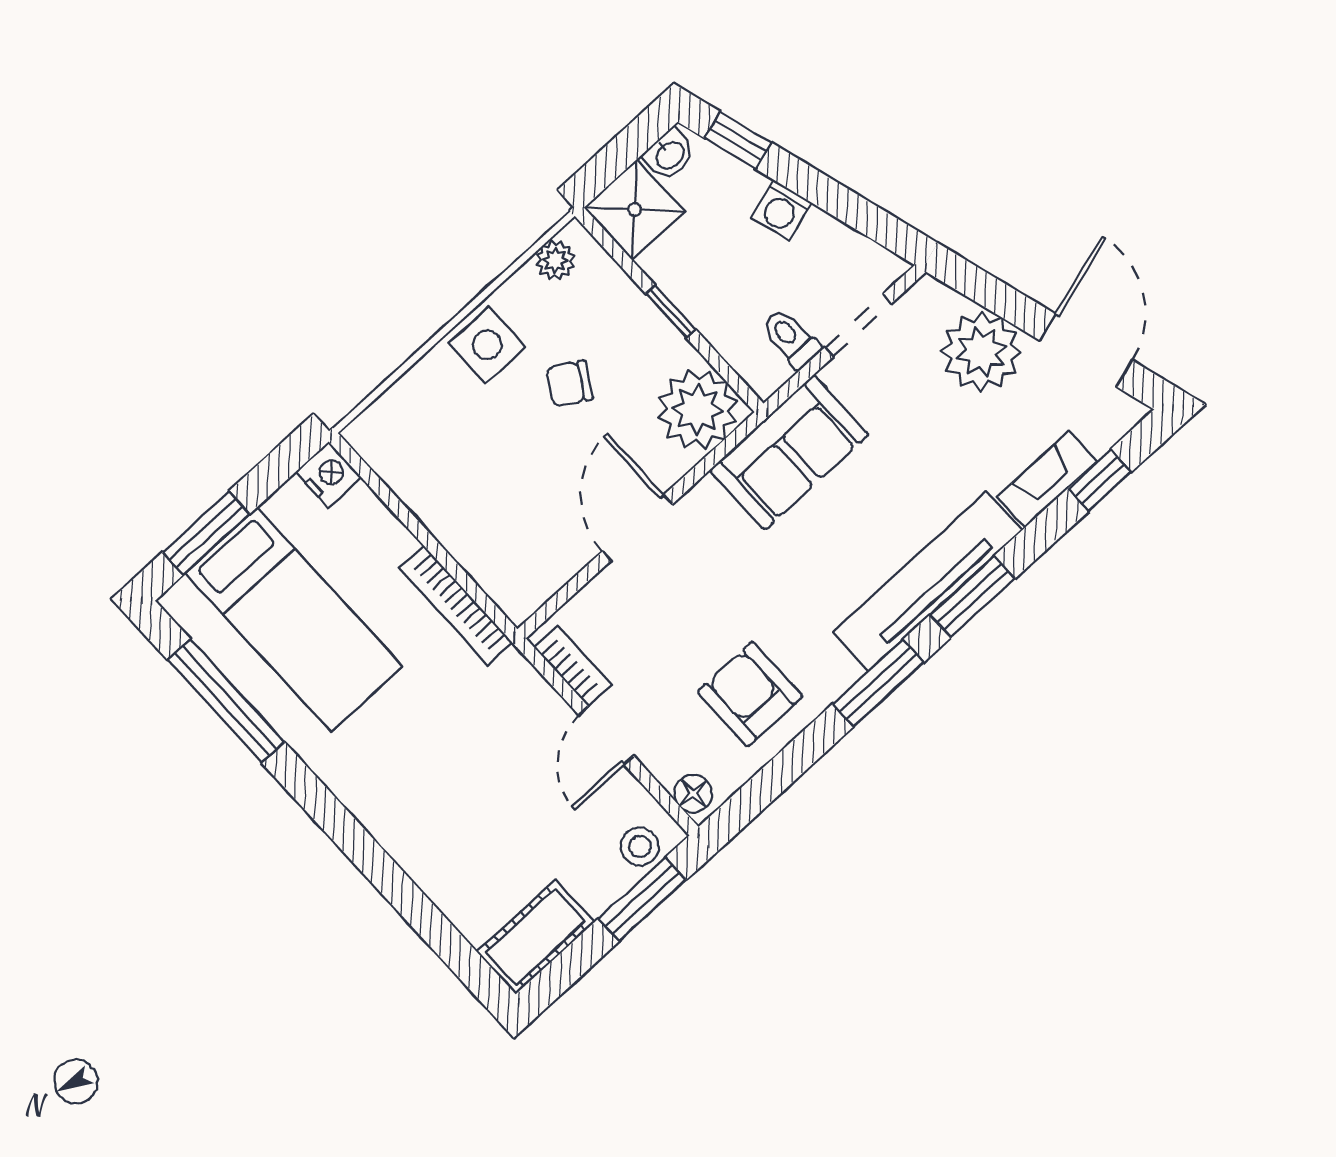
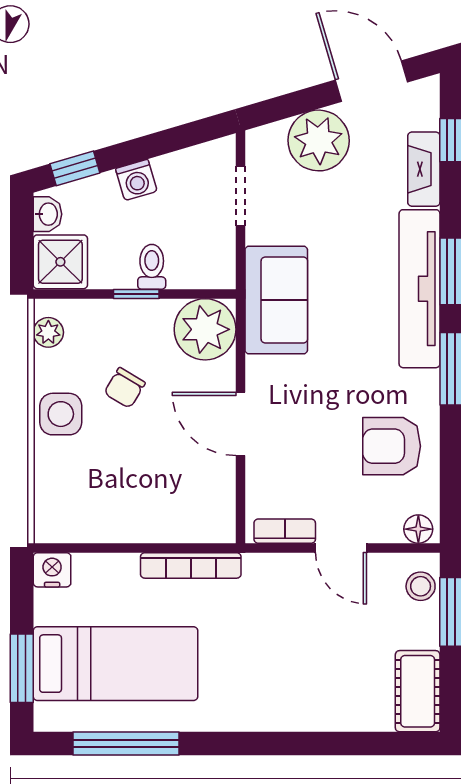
toilet: (791, 339) -> (152, 267), moved, turned 90

